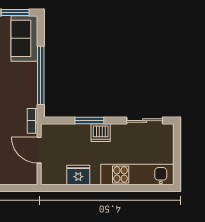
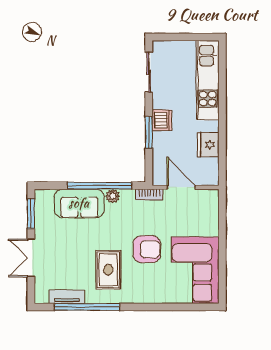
sofa: (24, 38) -> (79, 203), moved
plant: (31, 87) -> (113, 196), added
door: (39, 150) -> (181, 187), swing flipped

